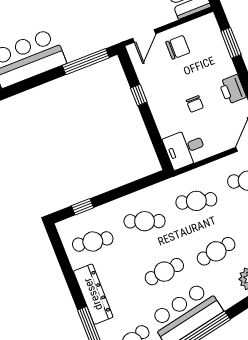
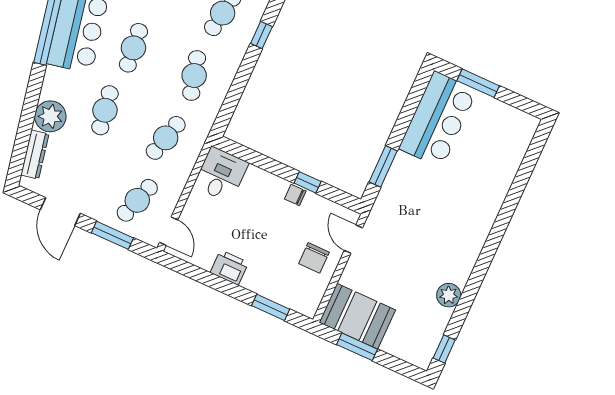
window: (86, 62) -> (383, 166), width x0.69
chair: (195, 104) -> (295, 195), moved
cafe table: (145, 221) -> (194, 75), turned -36

